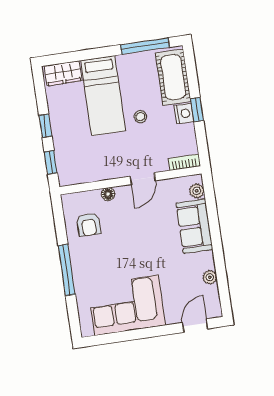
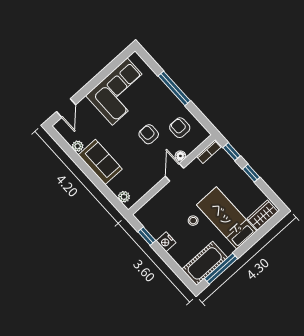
cot: (173, 77) -> (205, 263), moved, turned 90
window: (197, 110) -> (147, 236), moved
bookcase: (184, 162) -> (209, 152), moved
door: (143, 178) -> (174, 172), moved
sofa: (194, 226) -> (100, 162), moved
armchair: (126, 240) -> (149, 134), added

